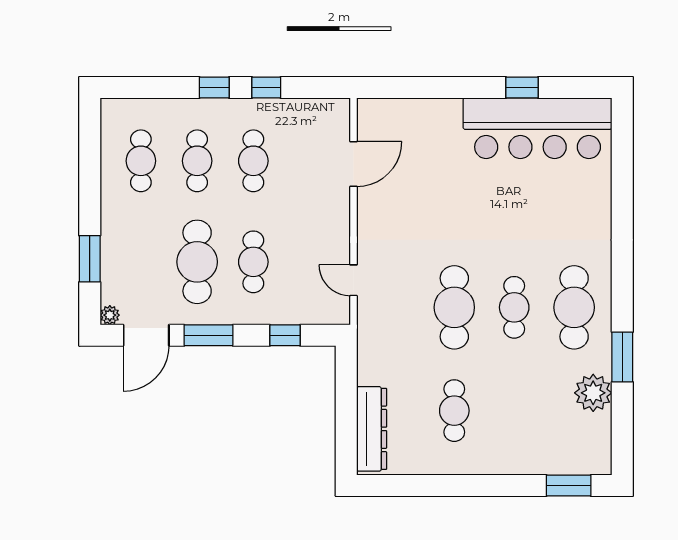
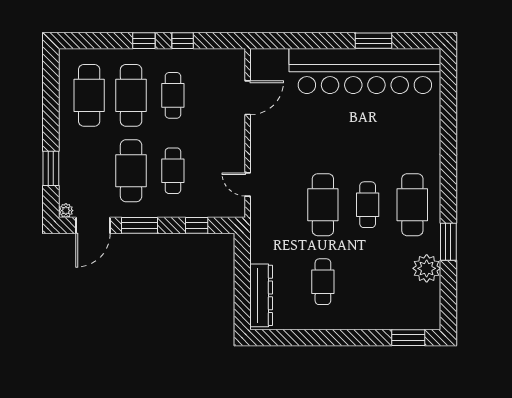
window: (522, 88) -> (374, 41), width x1.50
bar counter: (538, 128) -> (365, 71), width x1.36
cafe table: (141, 161) -> (89, 95), width x1.37, depth x1.35
cafe table: (197, 161) -> (131, 95), width x1.37, depth x1.35

